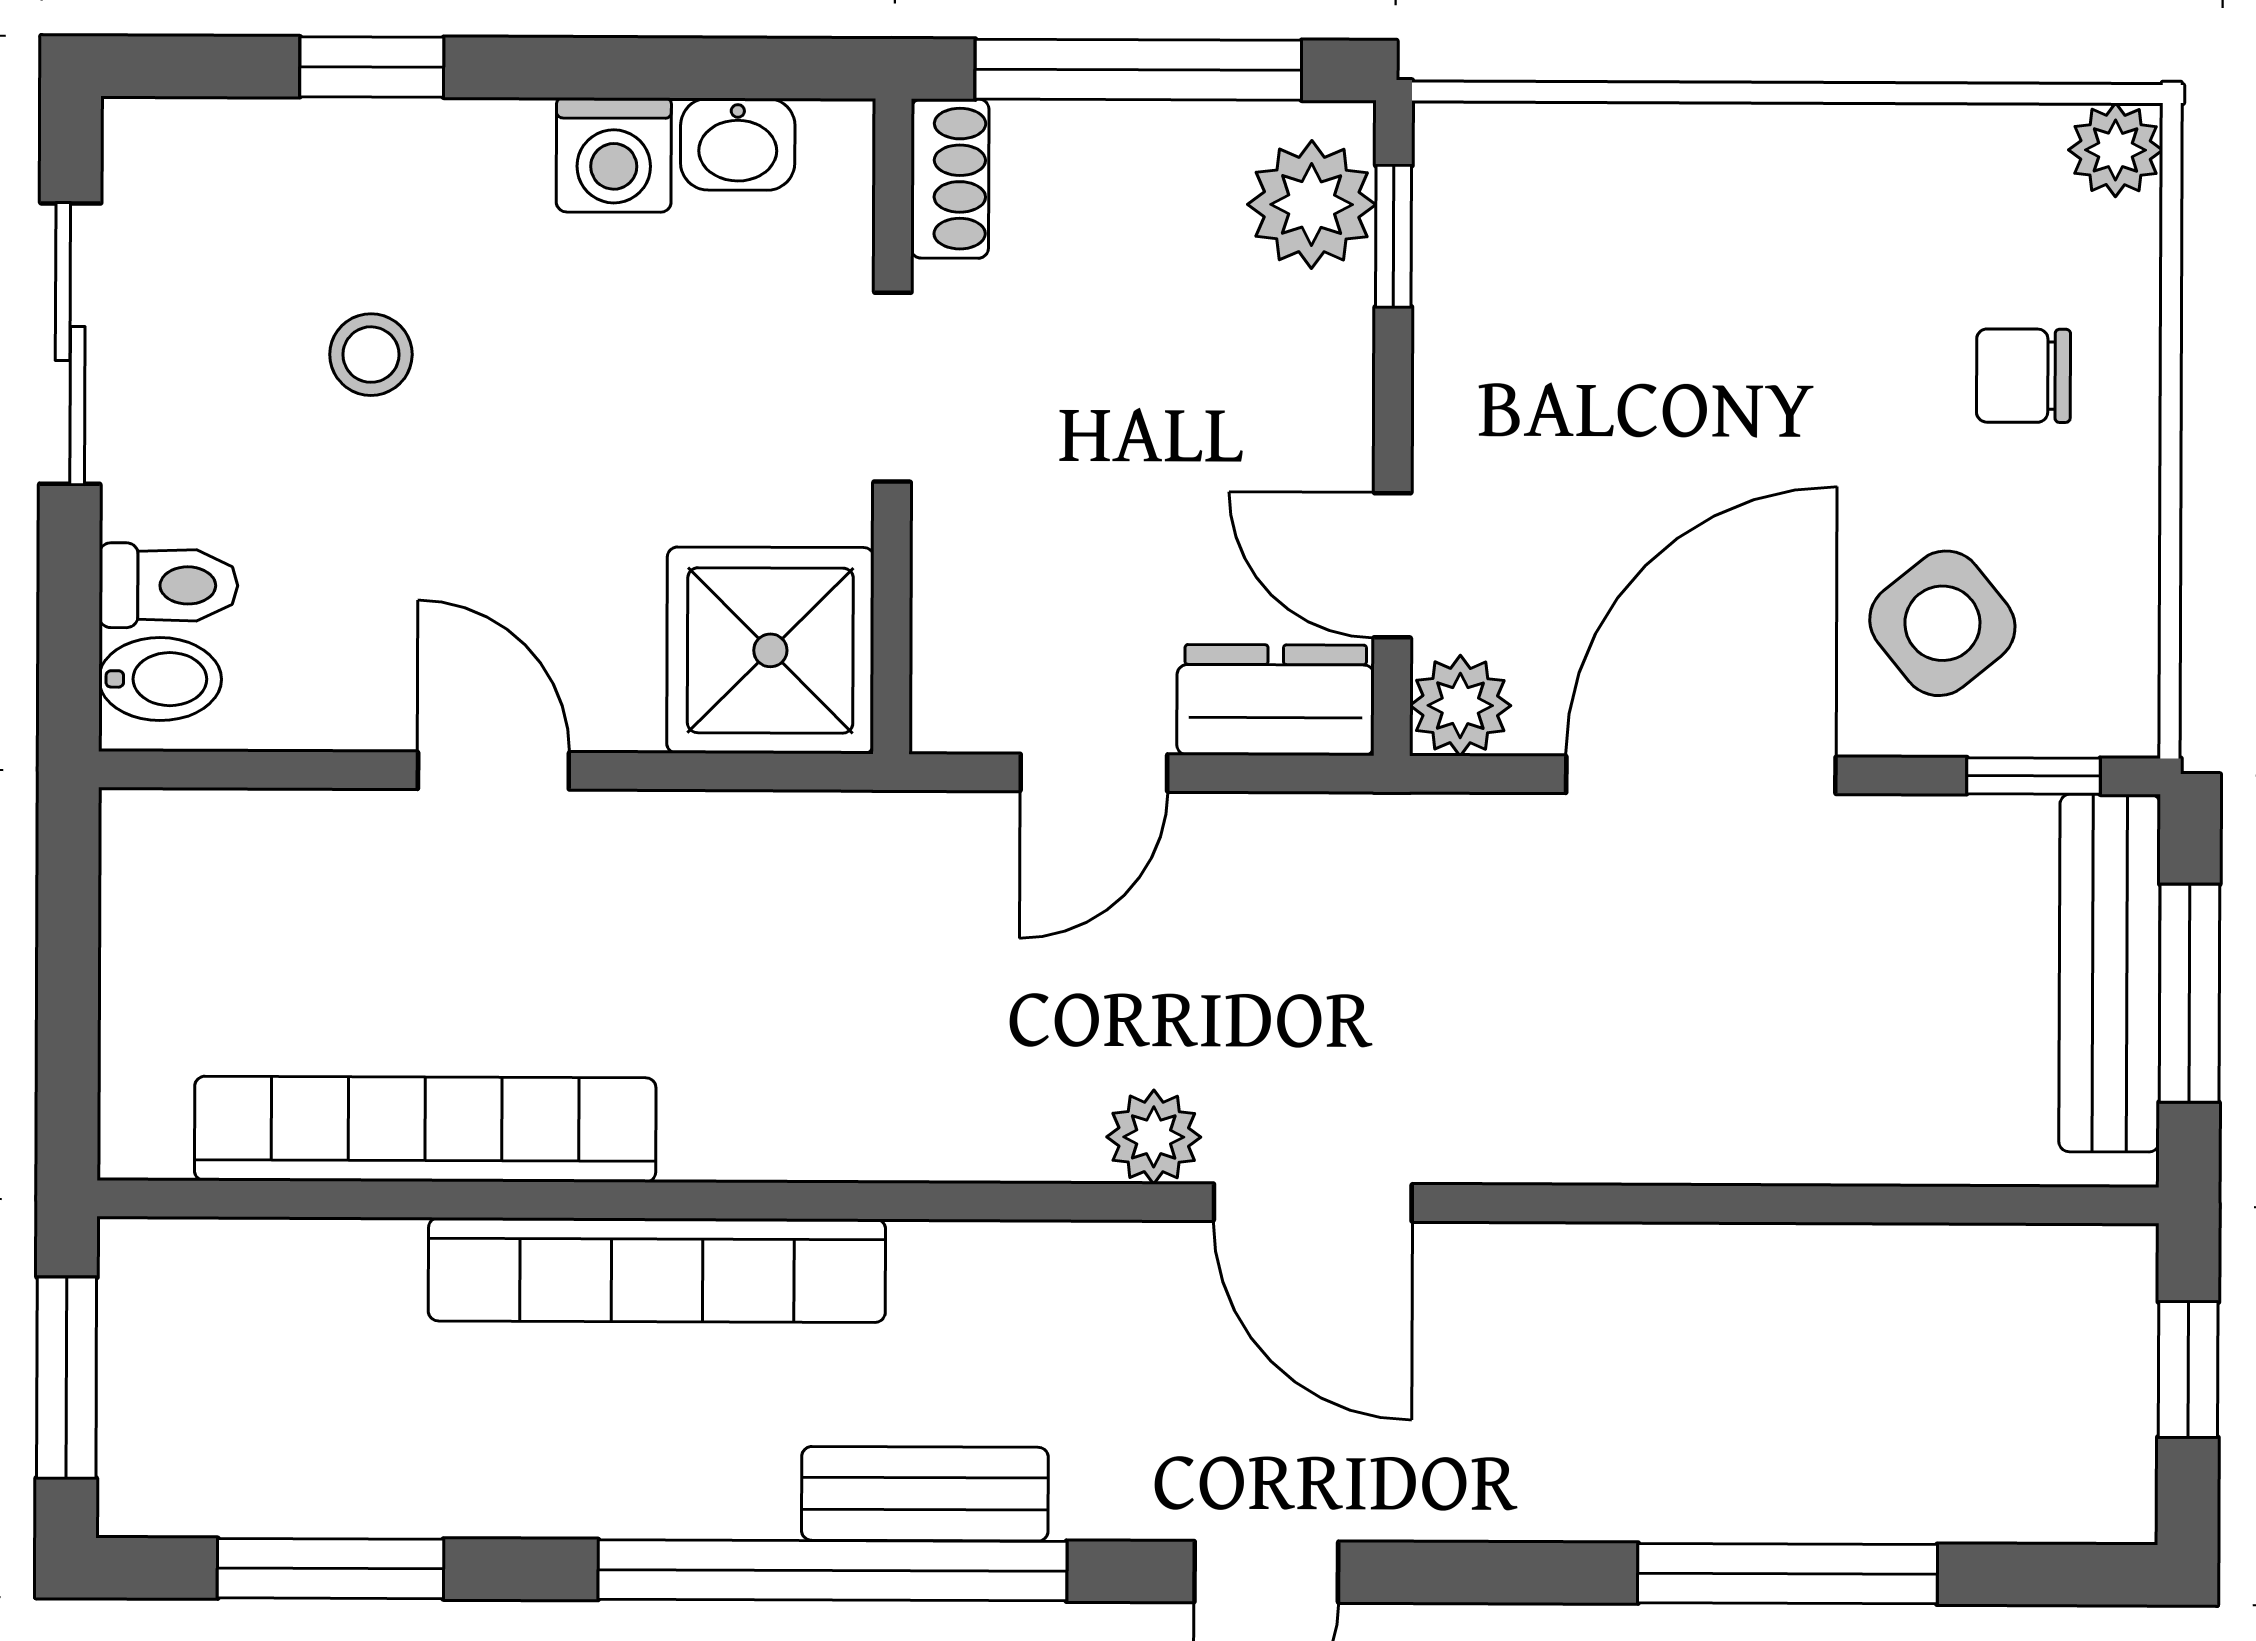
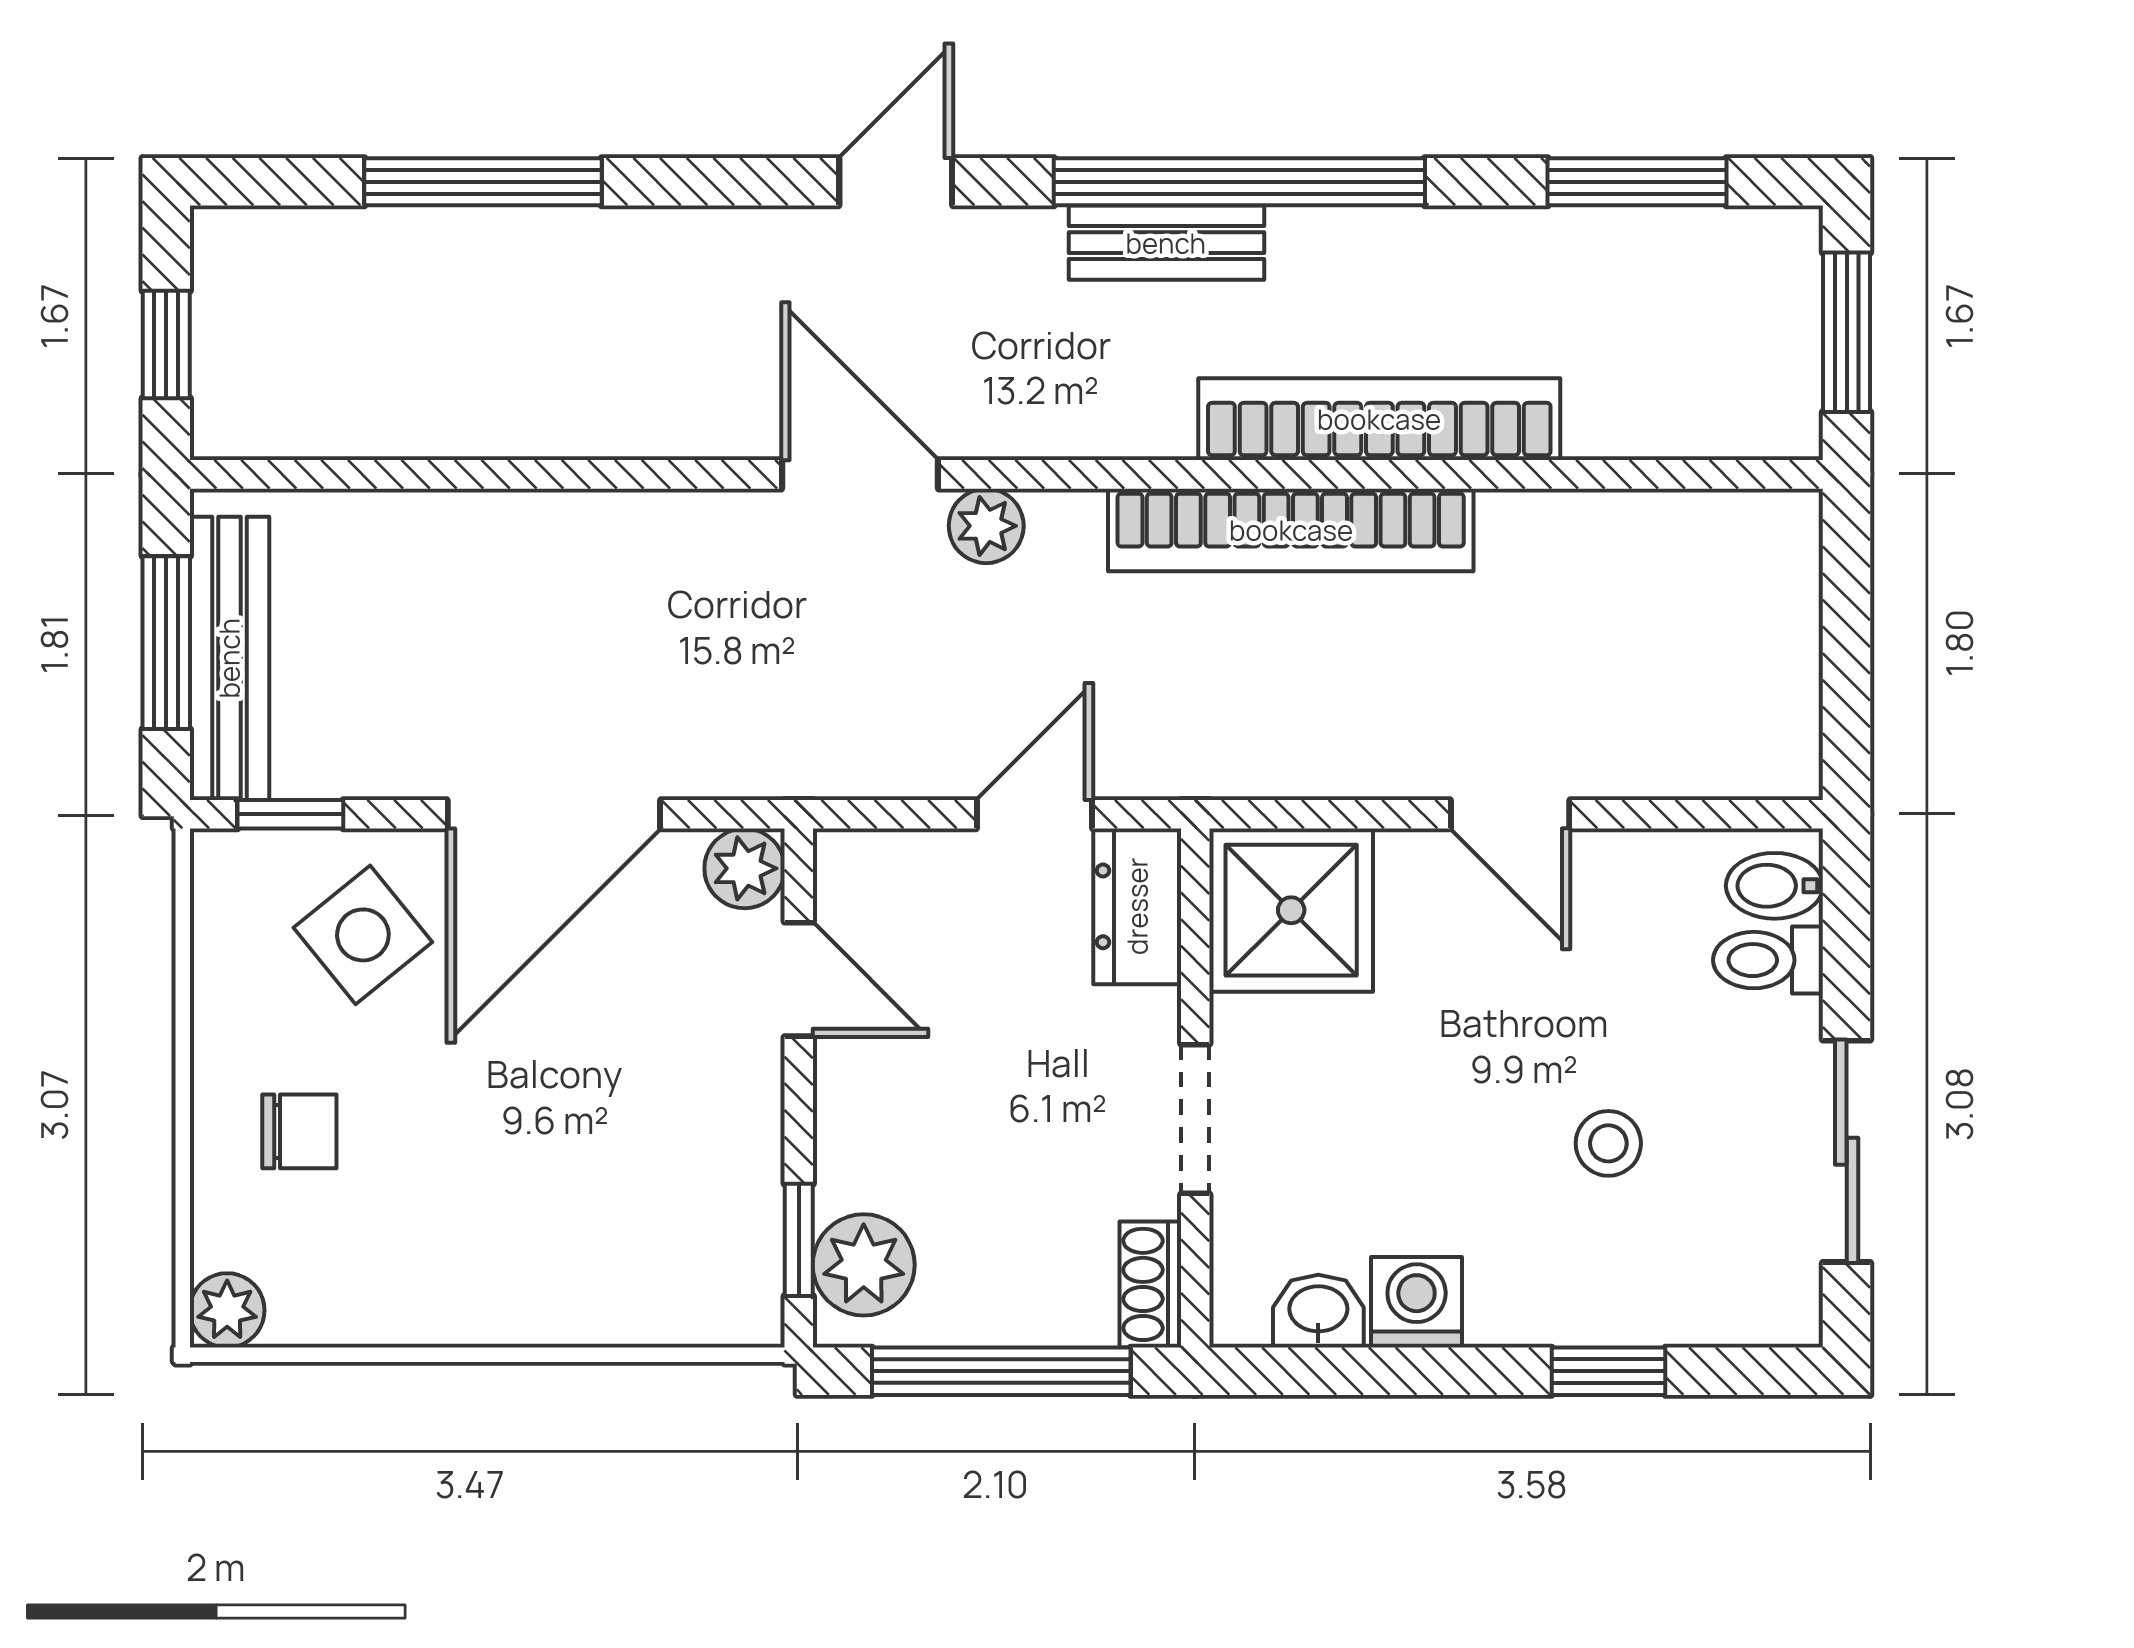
dresser: (1276, 700) -> (1137, 906), moved, turned 90
bookcase: (425, 1129) -> (1291, 530), moved

